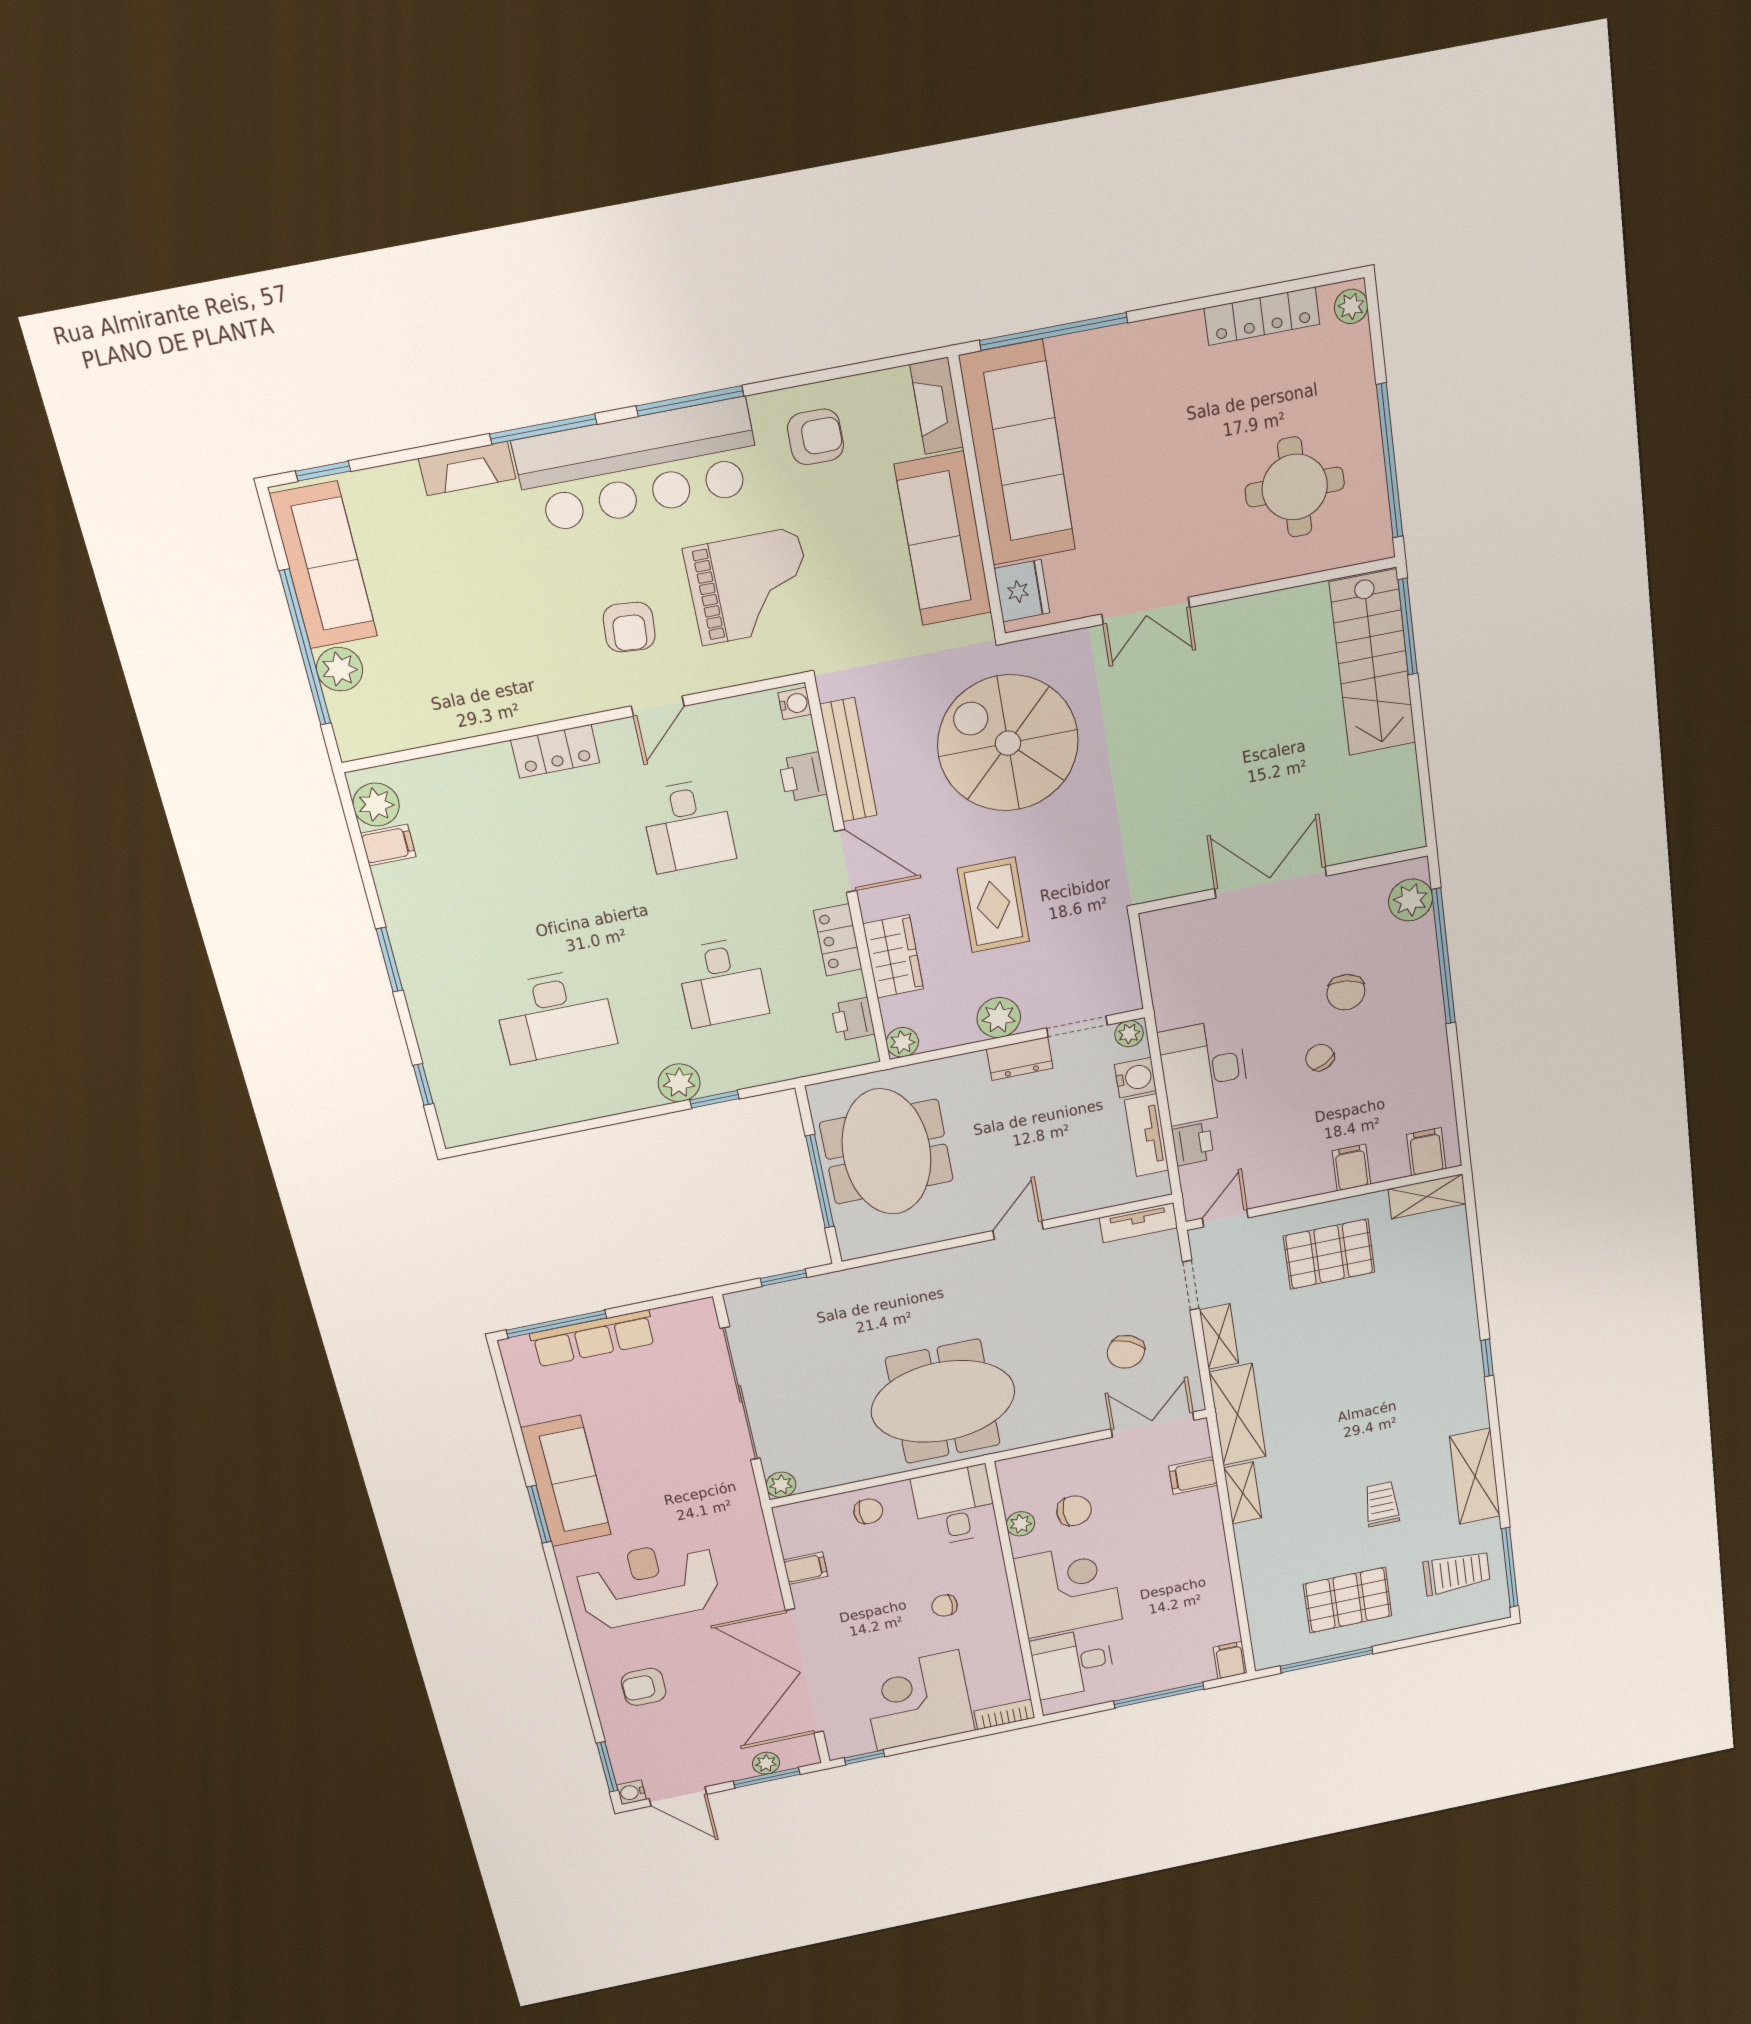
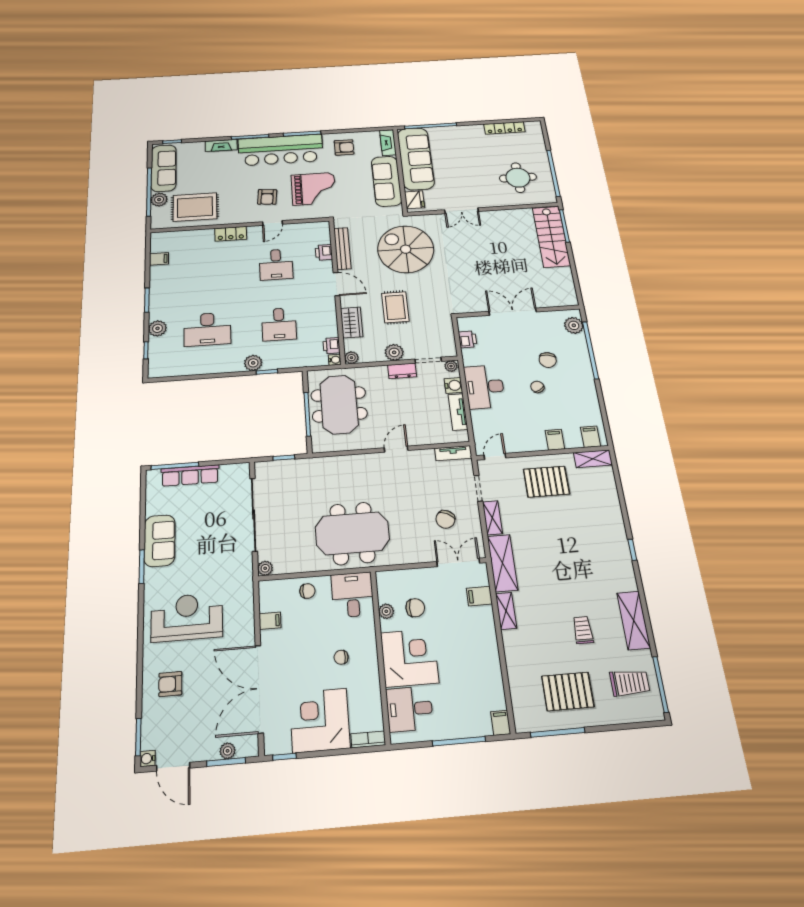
plant: (1351, 306) -> (536, 128), removed
rug: (442, 681) -> (195, 207), added
water cooler: (795, 703) -> (335, 360), moved
plant: (376, 805) -> (158, 328), moved
locker: (838, 940) -> (329, 313), removed
printer: (1193, 1144) -> (468, 339), moved
sofa: (566, 1481) -> (160, 541), width x0.73

